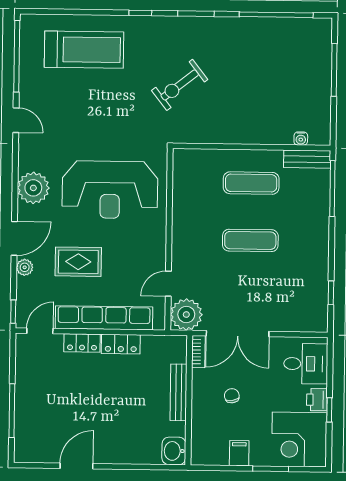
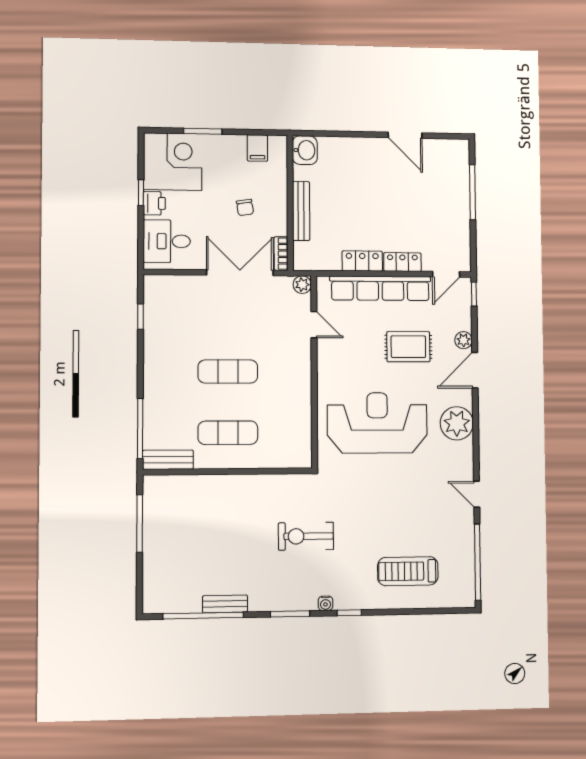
bench: (256, 25) -> (225, 604), added
treadmill: (84, 50) -> (408, 571), width x0.73, depth x0.73
window: (334, 70) -> (140, 524), moved
exercise bike: (180, 85) -> (306, 536), turned -142
water cooler: (301, 139) -> (325, 603), moved, turned 180
door: (168, 284) -> (314, 325), hinge flipped
plant: (186, 315) -> (302, 285), width x0.53, depth x0.53
filing cabinet: (239, 453) -> (257, 148), moved
door: (76, 466) -> (405, 135), hinge flipped

